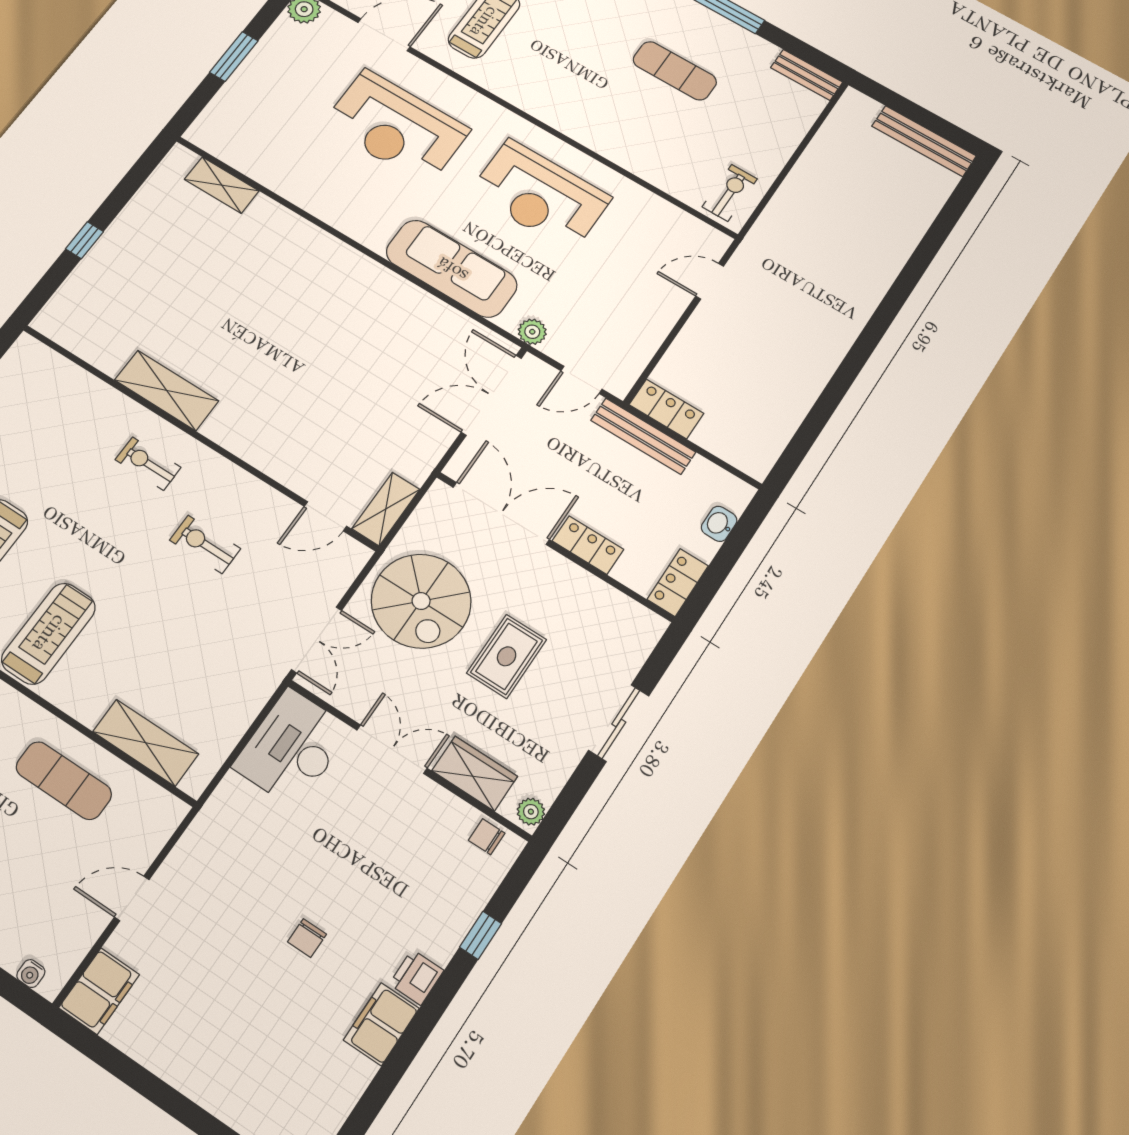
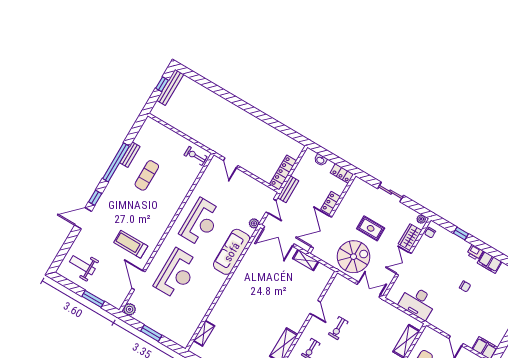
bench: (807, 75) -> (130, 155), moved
window: (932, 122) -> (162, 84), added
locker: (666, 409) -> (283, 173), width x1.53
bench: (643, 436) -> (288, 189), width x0.73
shelving: (386, 509) -> (306, 260), moved
door: (325, 516) -> (315, 308), moved
desk: (292, 748) -> (418, 302), moved

